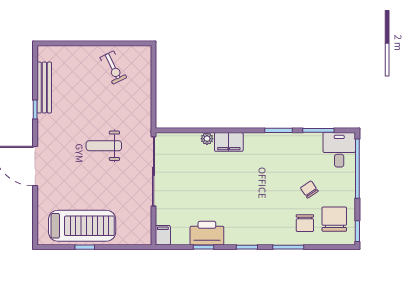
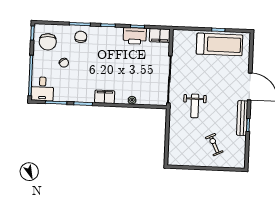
exercise bike: (113, 68) -> (214, 145), moved
bench: (44, 88) -> (242, 118), moved
filing cabinet: (229, 142) -> (105, 97), moved
weight bench: (104, 146) -> (195, 106), moved, turned 90
chair: (305, 223) -> (81, 37), moved
treadmill: (82, 226) -> (220, 44), turned 180
filing cabinet: (163, 235) -> (160, 35), width x2.00

